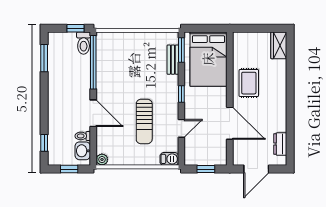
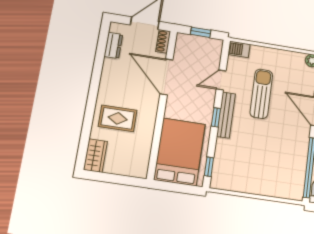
window: (181, 50) -> (209, 167), width x0.67
bench: (173, 60) -> (226, 115), moved, width x1.36
rug: (249, 83) -> (118, 118), moved, turned 90
shoe rack: (238, 155) -> (163, 41), added

